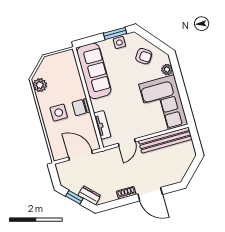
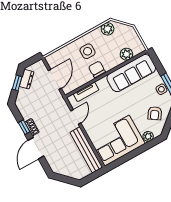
plant: (72, 71) -> (126, 54), added
door: (127, 143) -> (76, 117), swing flipped
dresser: (89, 195) -> (27, 79), moved
window: (124, 201) -> (24, 127), added

